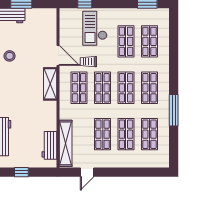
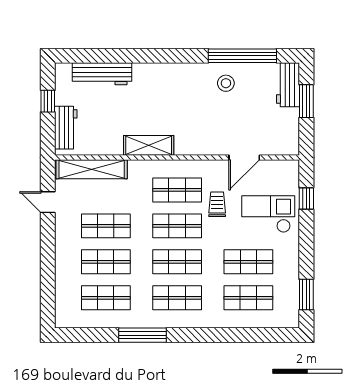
door: (58, 55) -> (244, 157), moved
shelving: (50, 84) -> (149, 145), moved
workbench: (49, 145) -> (66, 128), moved, turned 90

